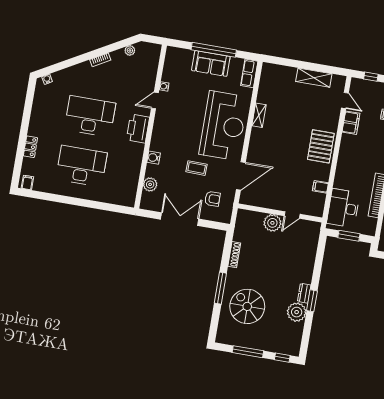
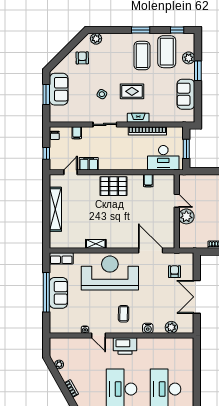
shelving: (314, 78) -> (55, 209), width x1.47
coffee table: (197, 168) -> (124, 314), moved

